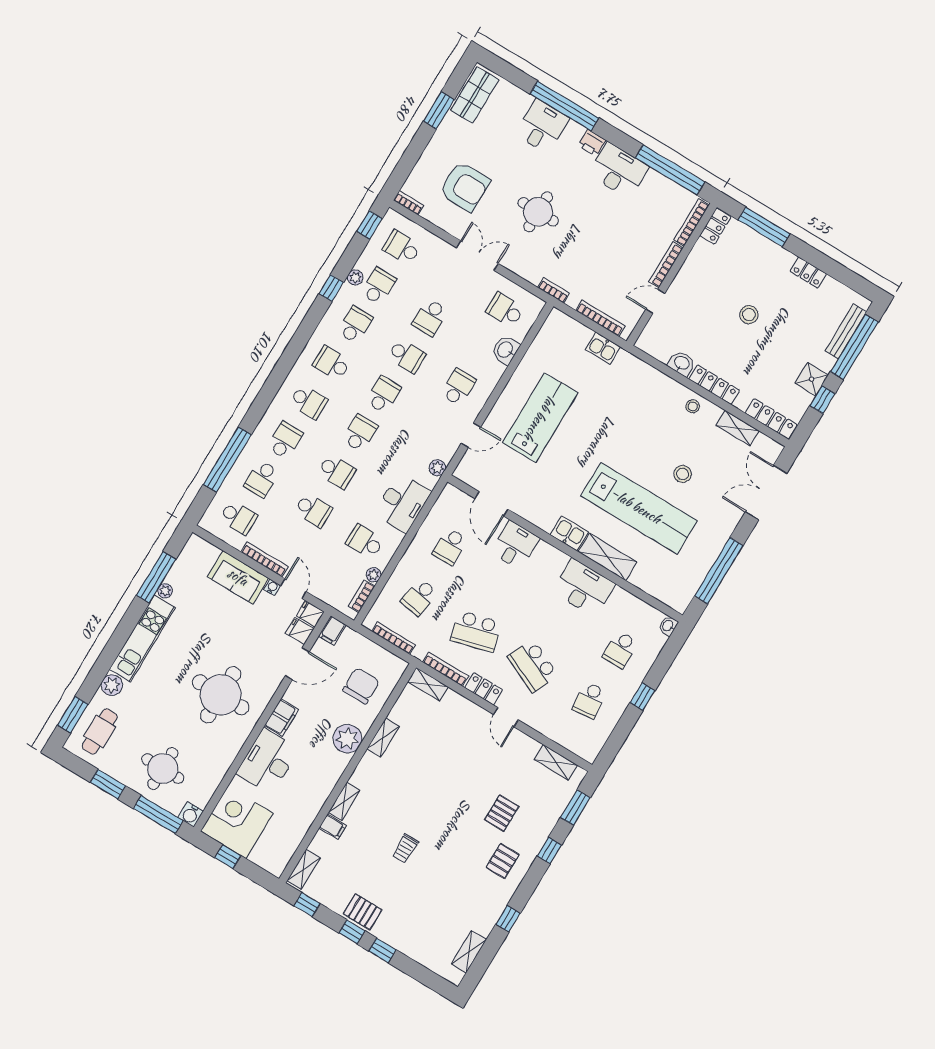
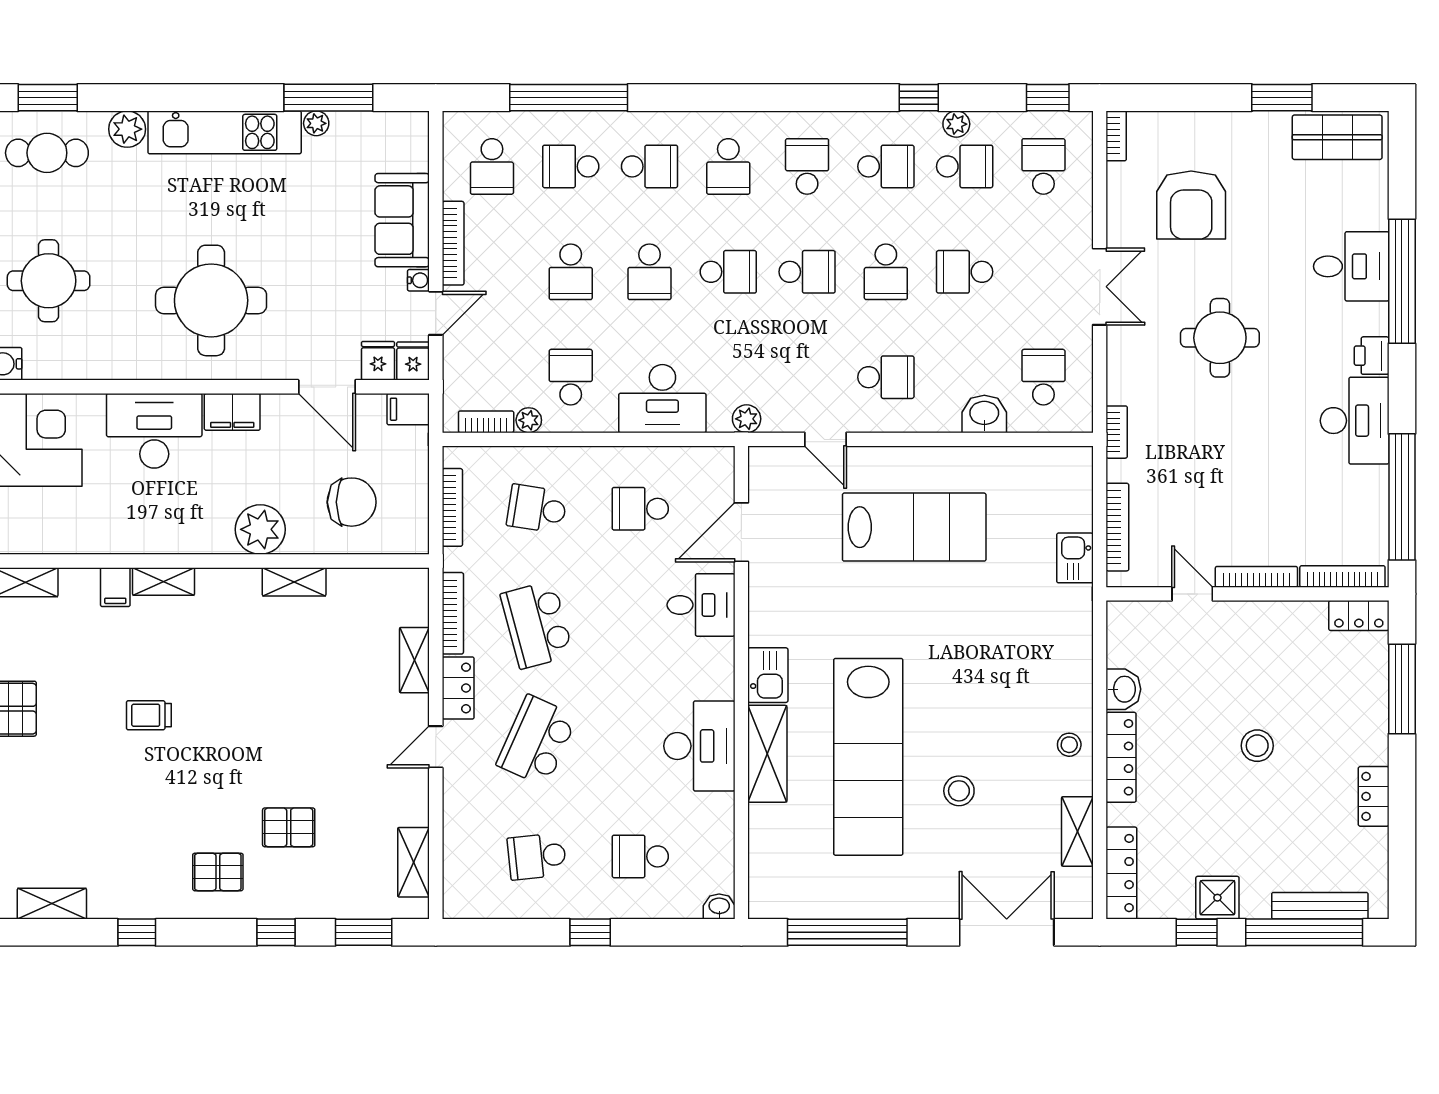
shelving: (428, 684) -> (414, 660), moved

